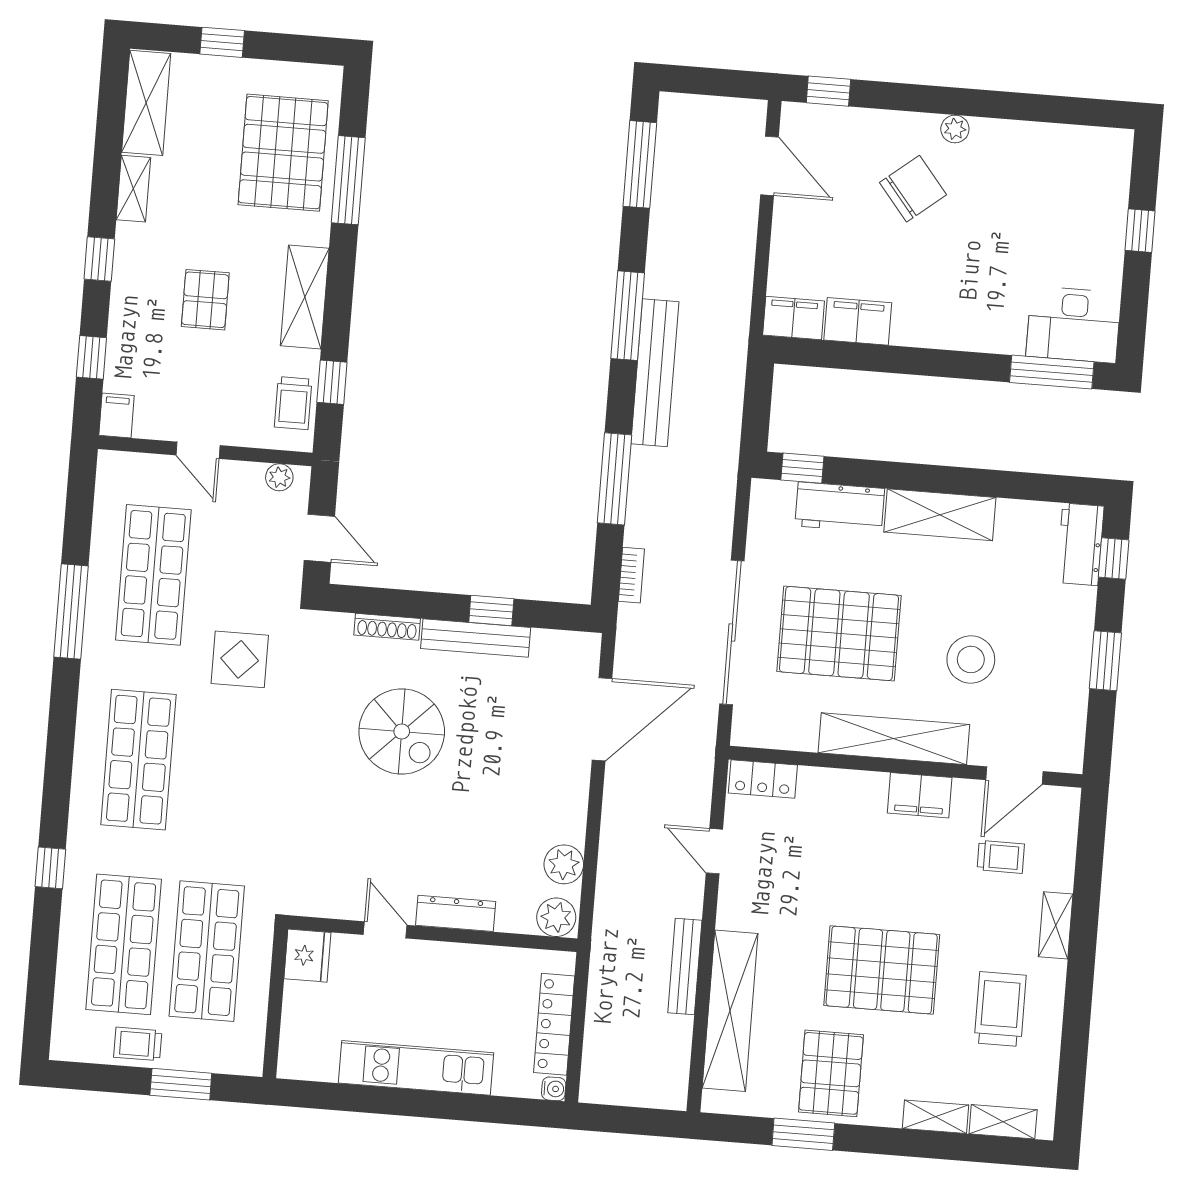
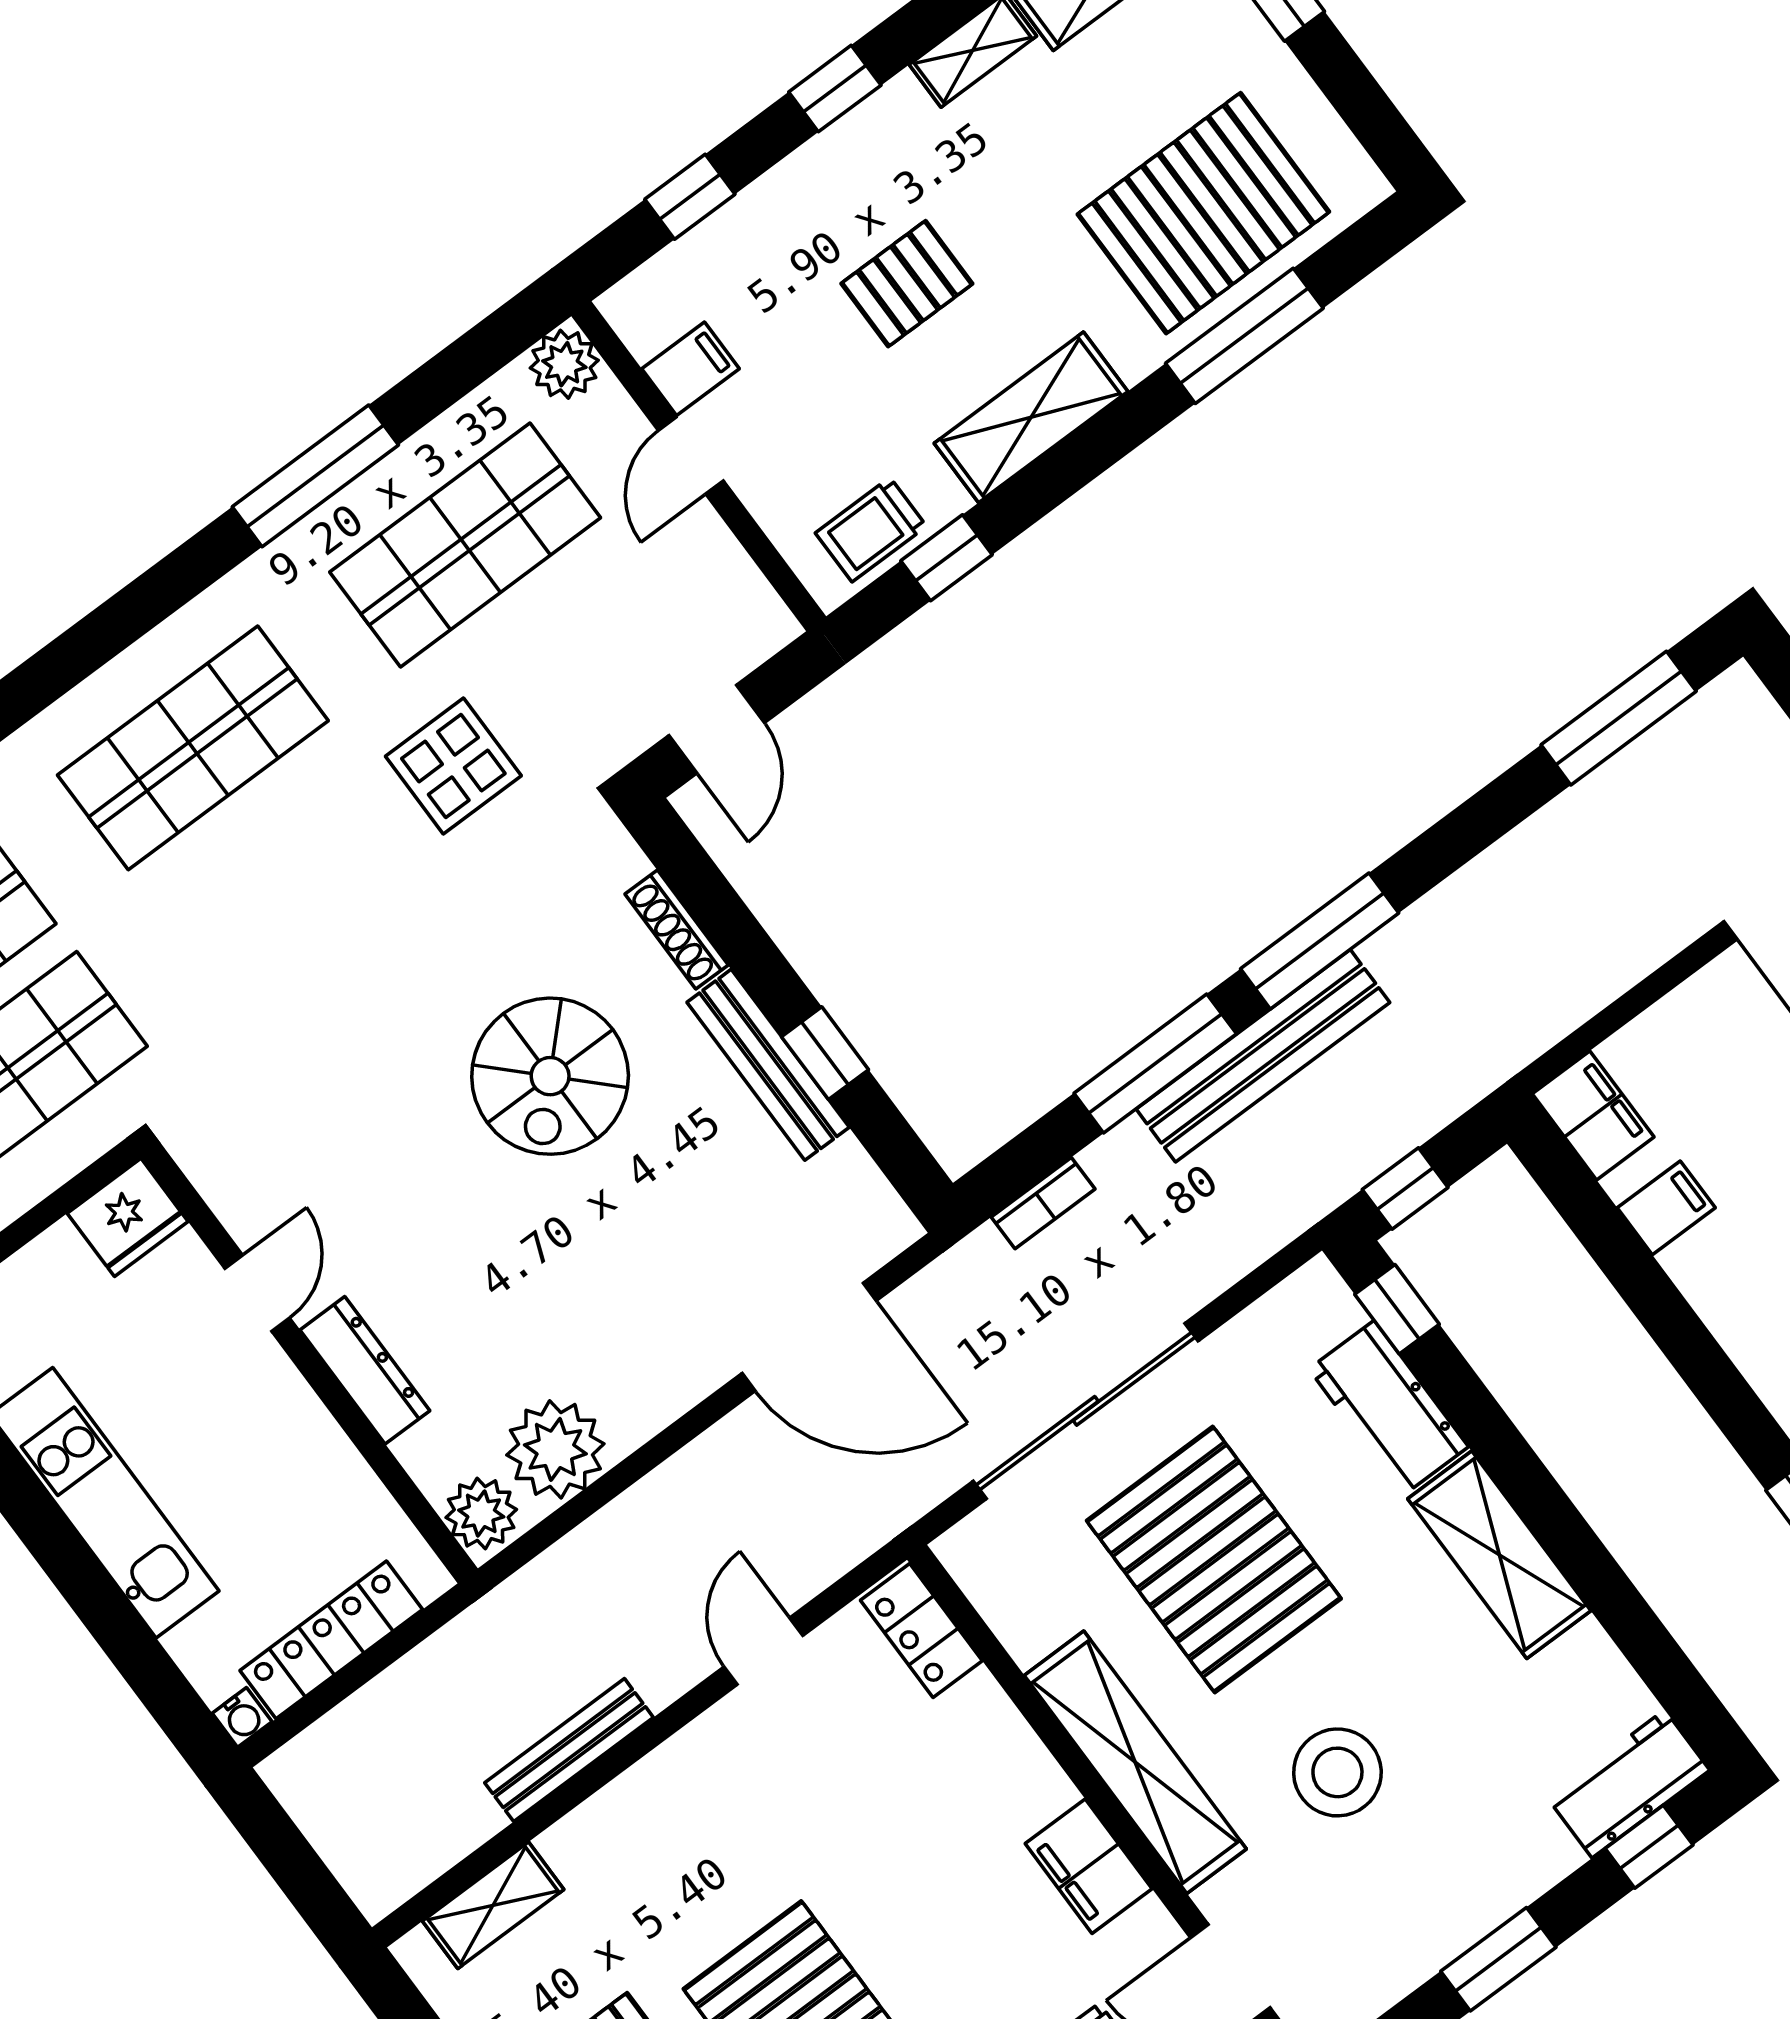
window: (628, 316) -> (1320, 941), moved
filing cabinet: (858, 321) -> (1666, 1208), width x0.50
bench: (655, 373) -> (1263, 1056), moved
filing cabinet: (117, 415) -> (690, 369), moved
window: (756, 421) -> (1405, 1188), added
plant: (279, 477) -> (564, 364), moved, width x1.38, depth x1.38
plant: (564, 864) -> (555, 1449), width x1.36, depth x1.36
shelving: (730, 1011) -> (493, 1905), width x0.45, depth x0.75

